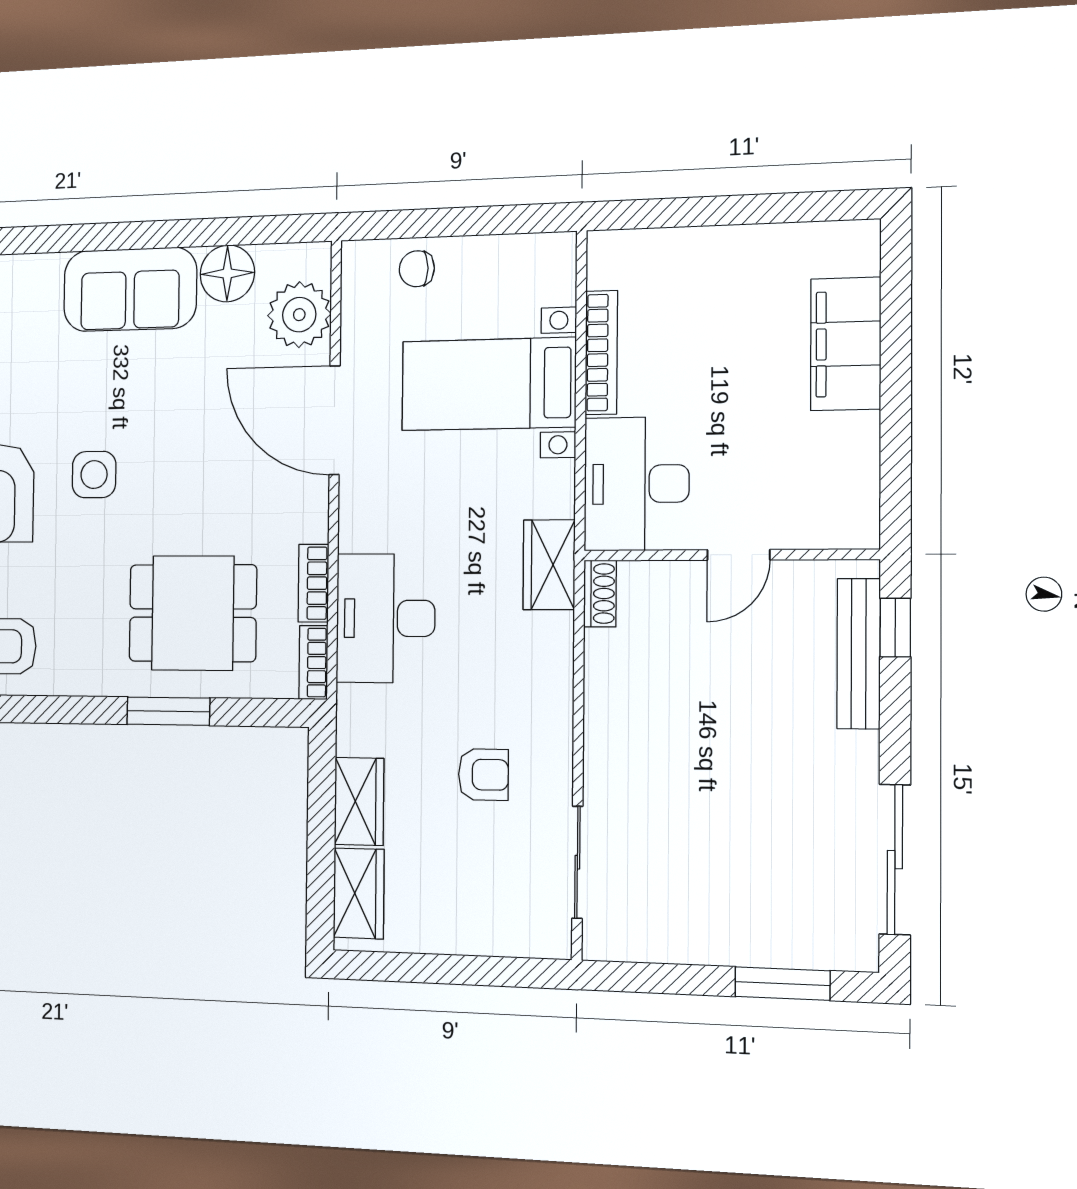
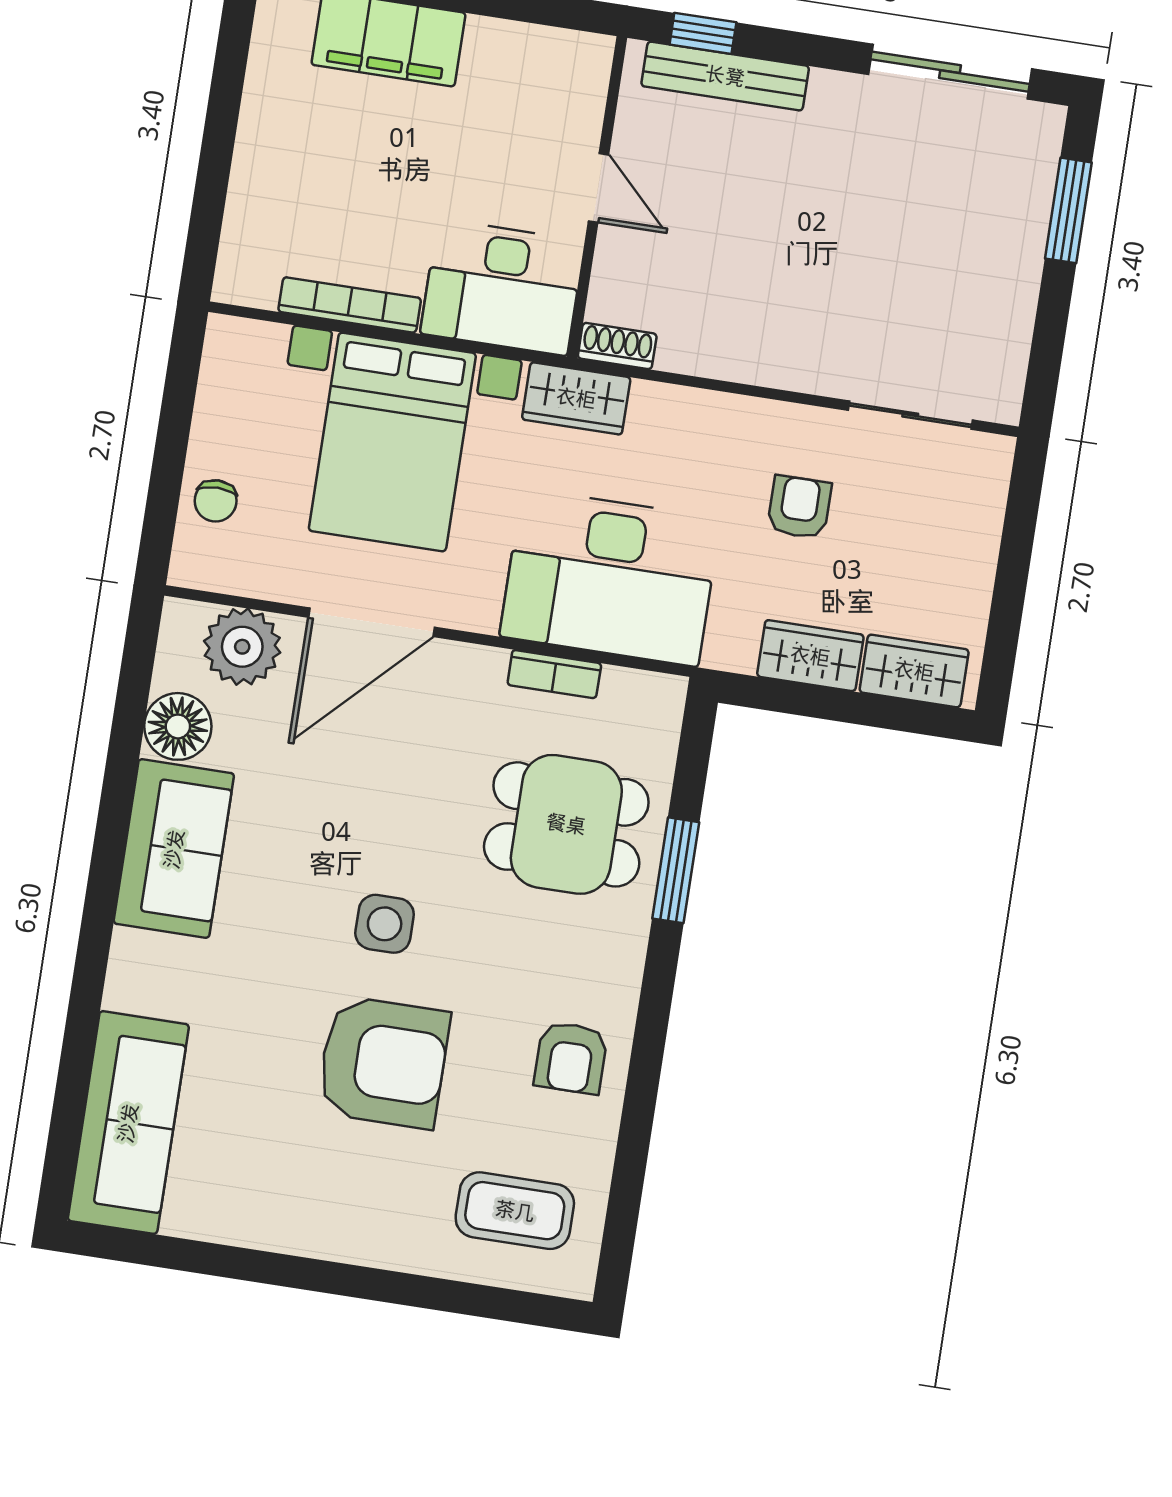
bed with nightstands: (489, 384) -> (392, 442), width x1.36
dining table: (193, 613) -> (566, 824), turned 90
desk: (386, 618) -> (610, 577), width x1.36, depth x1.30
bookcase: (313, 662) -> (645, 687), removed

